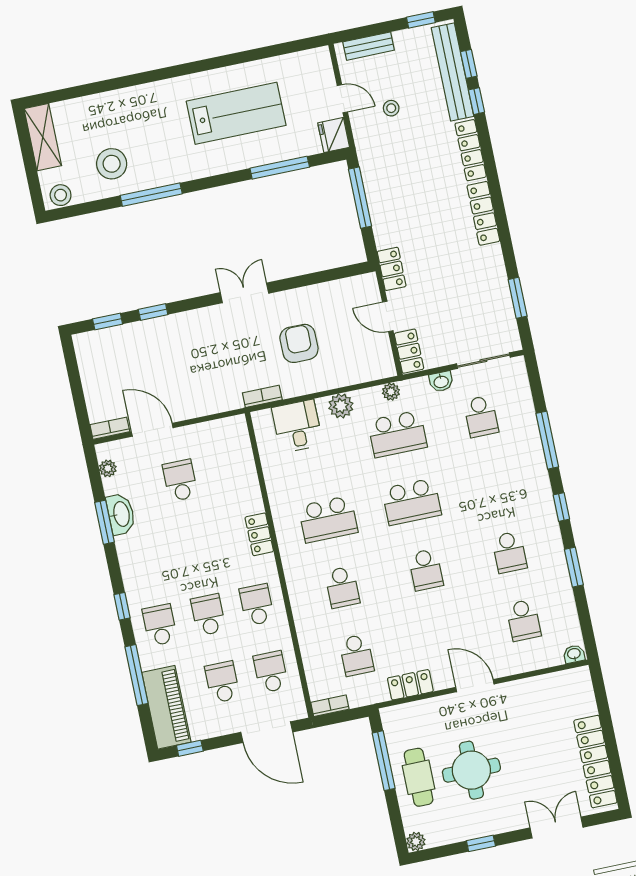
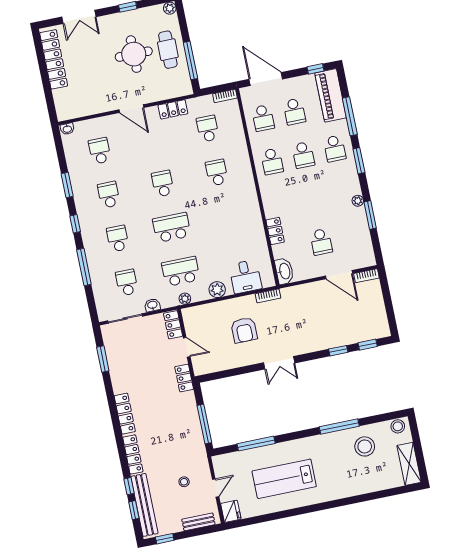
door: (342, 99) -> (216, 488), swing flipped
fridge: (334, 135) -> (231, 511), moved
plant: (108, 468) -> (358, 201), moved
washbasin: (121, 514) -> (284, 271), moved, turned 180
school desk: (328, 519) -> (118, 239), moved, width x0.54
locker: (259, 534) -> (275, 231), moved
window: (122, 606) -> (359, 161), width x1.50

